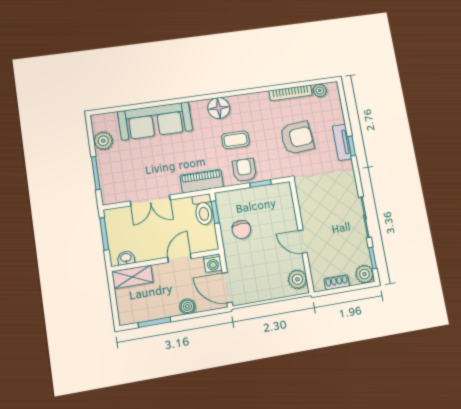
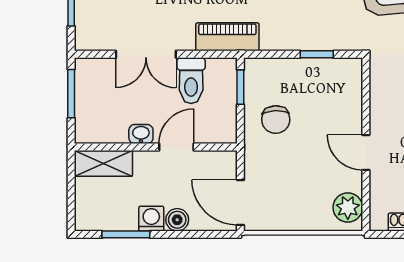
armchair: (244, 170) -> (295, 30), removed
toilet: (203, 210) -> (191, 81), moved
washbasin: (126, 258) -> (141, 134), moved
washing machine: (213, 263) -> (151, 219), moved, turned 180

